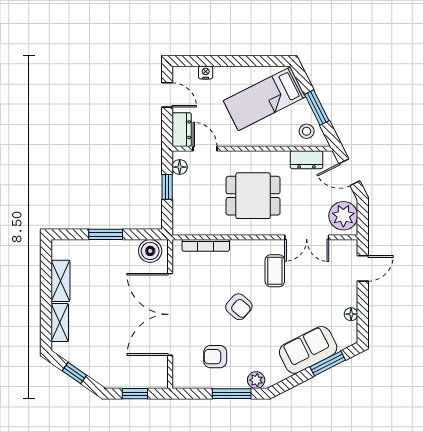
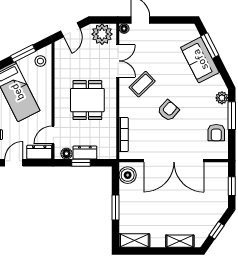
dresser: (307, 160) -> (85, 152), moved, turned -90
coffee table: (275, 271) -> (142, 84), turned -44
shelving: (60, 281) -> (134, 241), moved
floor lamp: (351, 314) -> (124, 29), moved
armchair: (215, 357) -> (216, 133), moved

